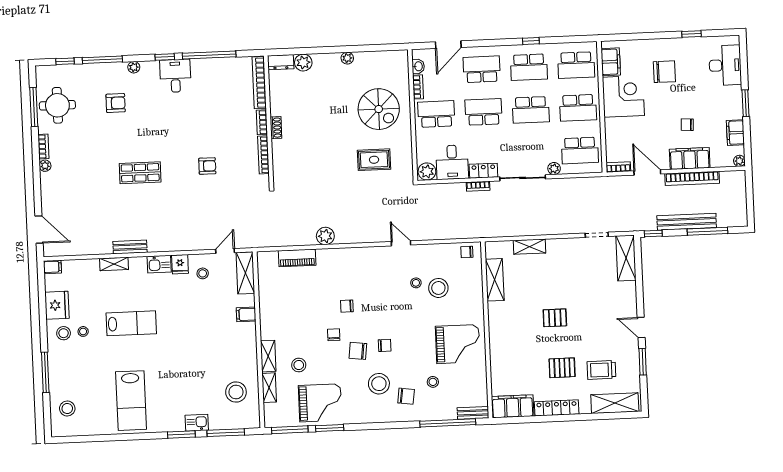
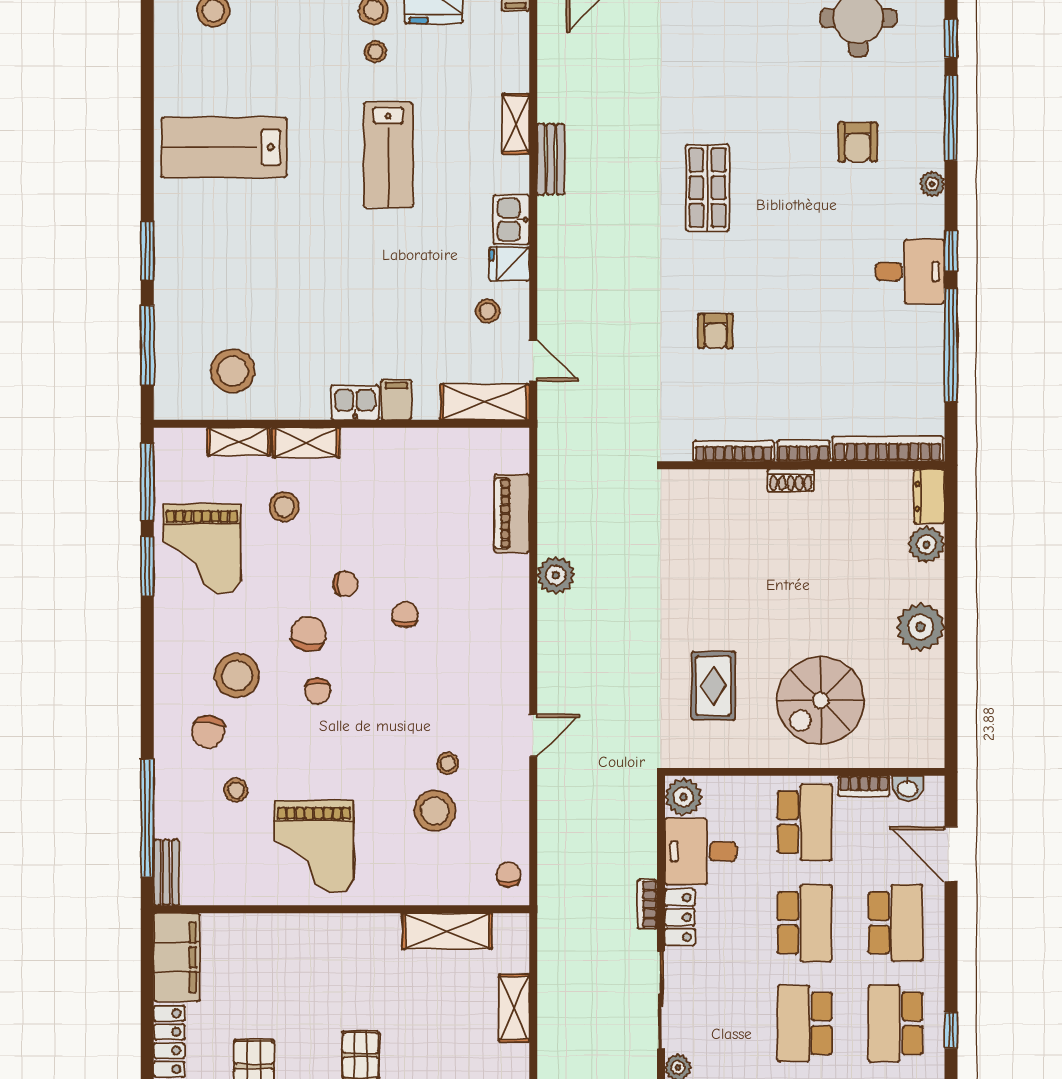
plant: (347, 58) -> (920, 627), width x1.88, depth x1.88
kitchen sink: (197, 423) -> (355, 403), moved, turned -90

